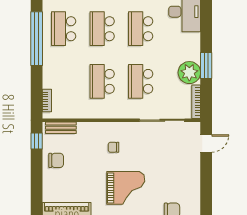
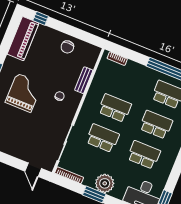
plant: (189, 73) -> (105, 183), moved
bench: (61, 128) -> (84, 80), moved
window: (37, 141) -> (41, 18), moved
grand piano: (126, 188) -> (24, 93), turned 180

